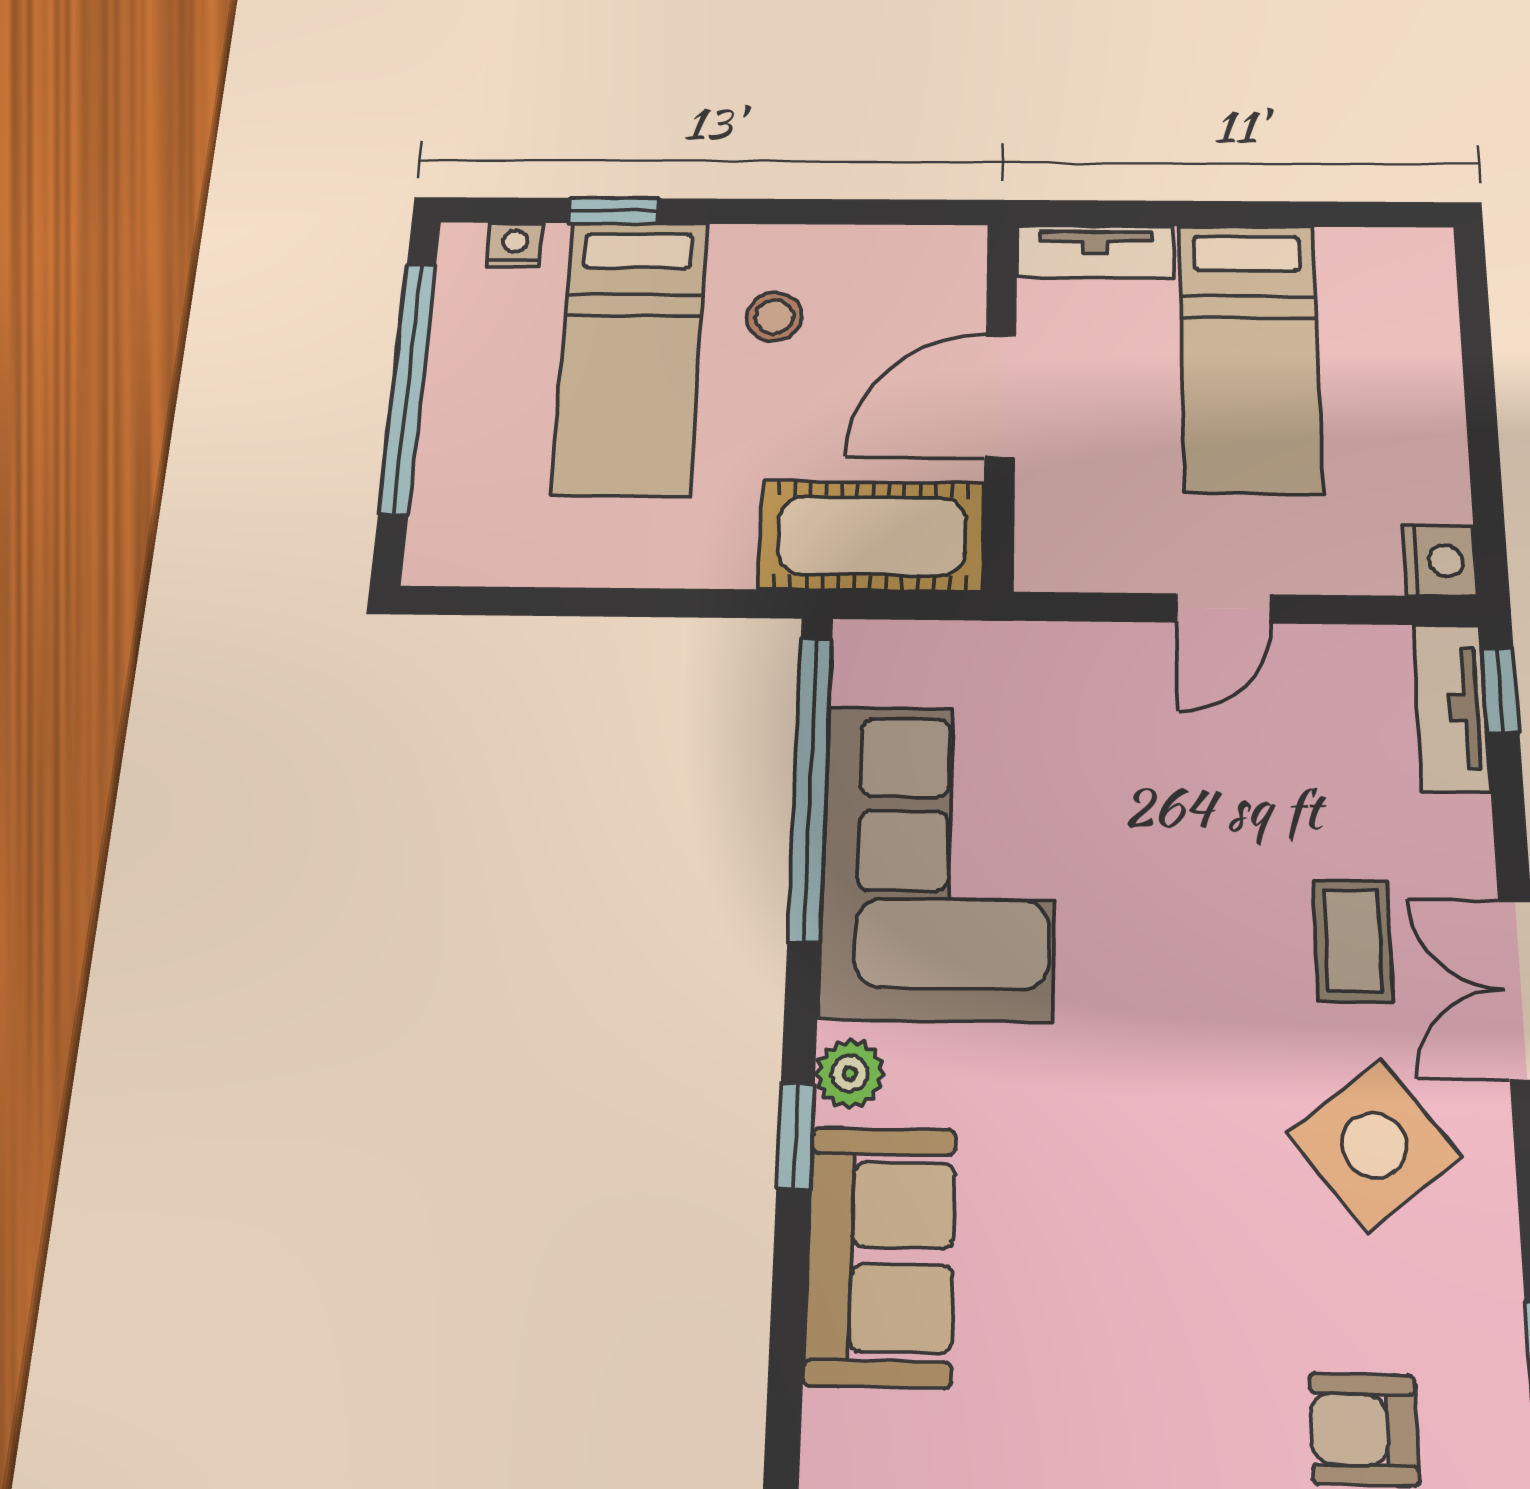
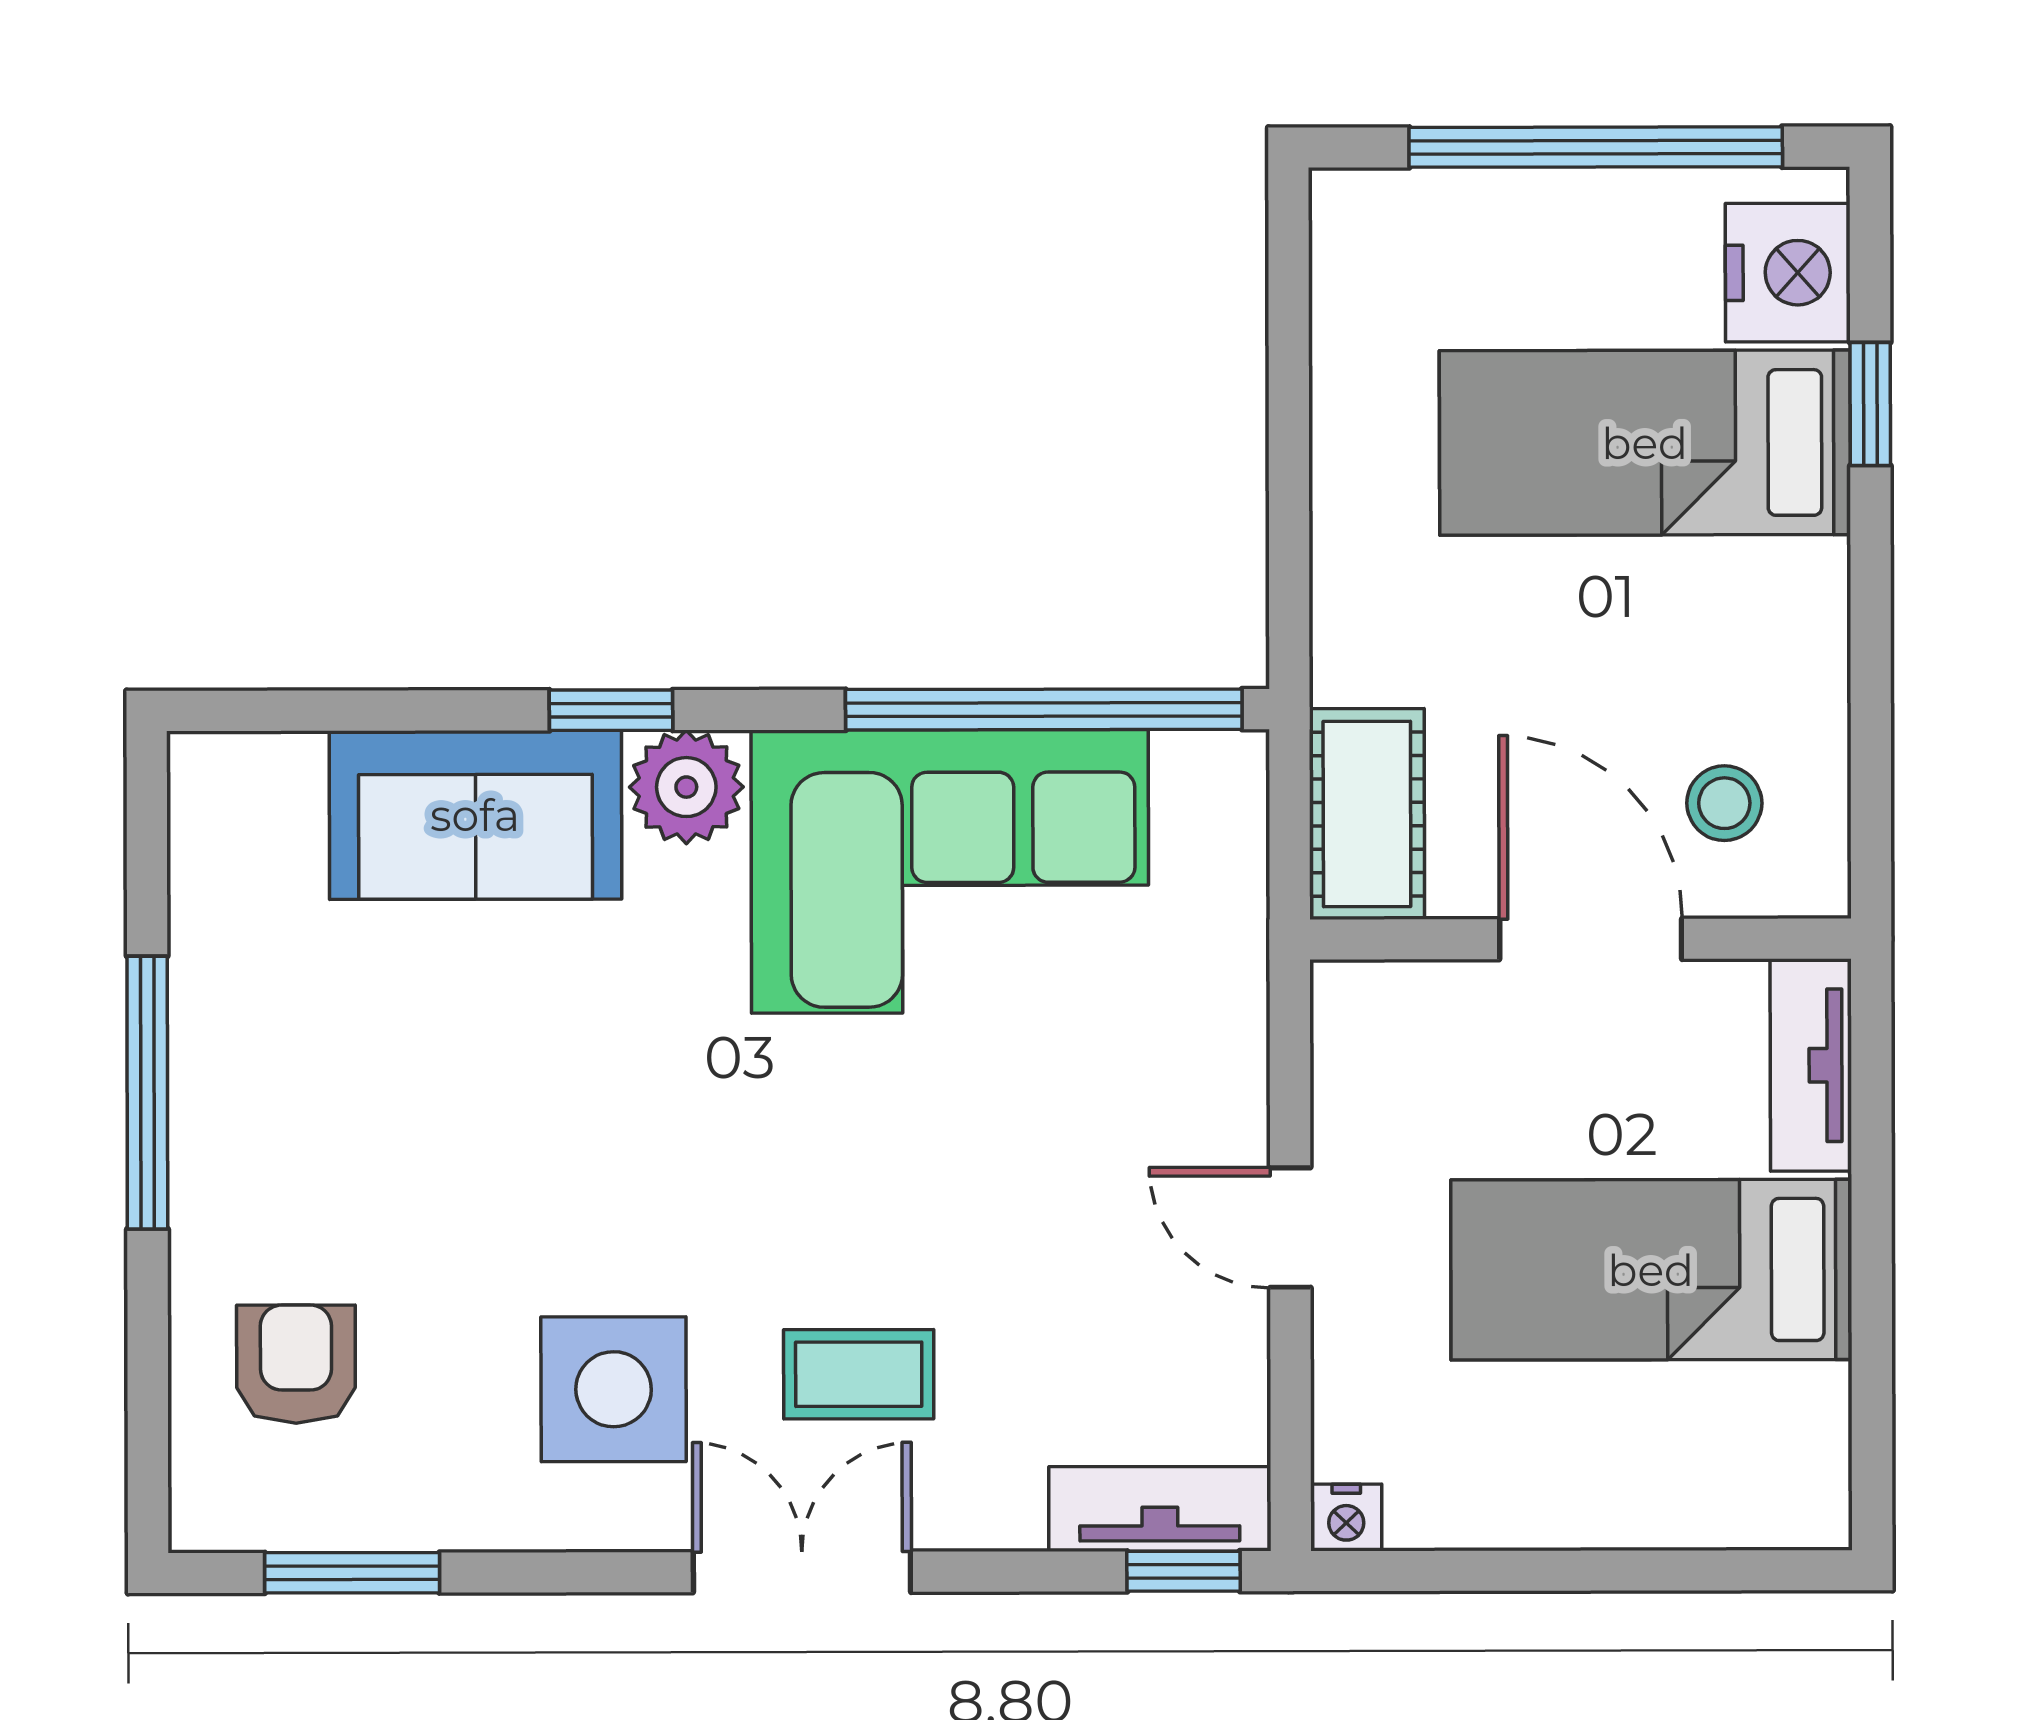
nightstand: (515, 245) -> (1788, 273), width x1.89, depth x1.79
stool: (774, 317) -> (1724, 803), moved
cot: (872, 536) -> (1367, 814), width x0.73, depth x0.75
nightstand: (1440, 561) -> (1346, 1517), width x0.72, depth x0.74
plant: (850, 1074) -> (686, 787), width x1.38, depth x1.38
side table: (1374, 1145) -> (614, 1389), turned 38

